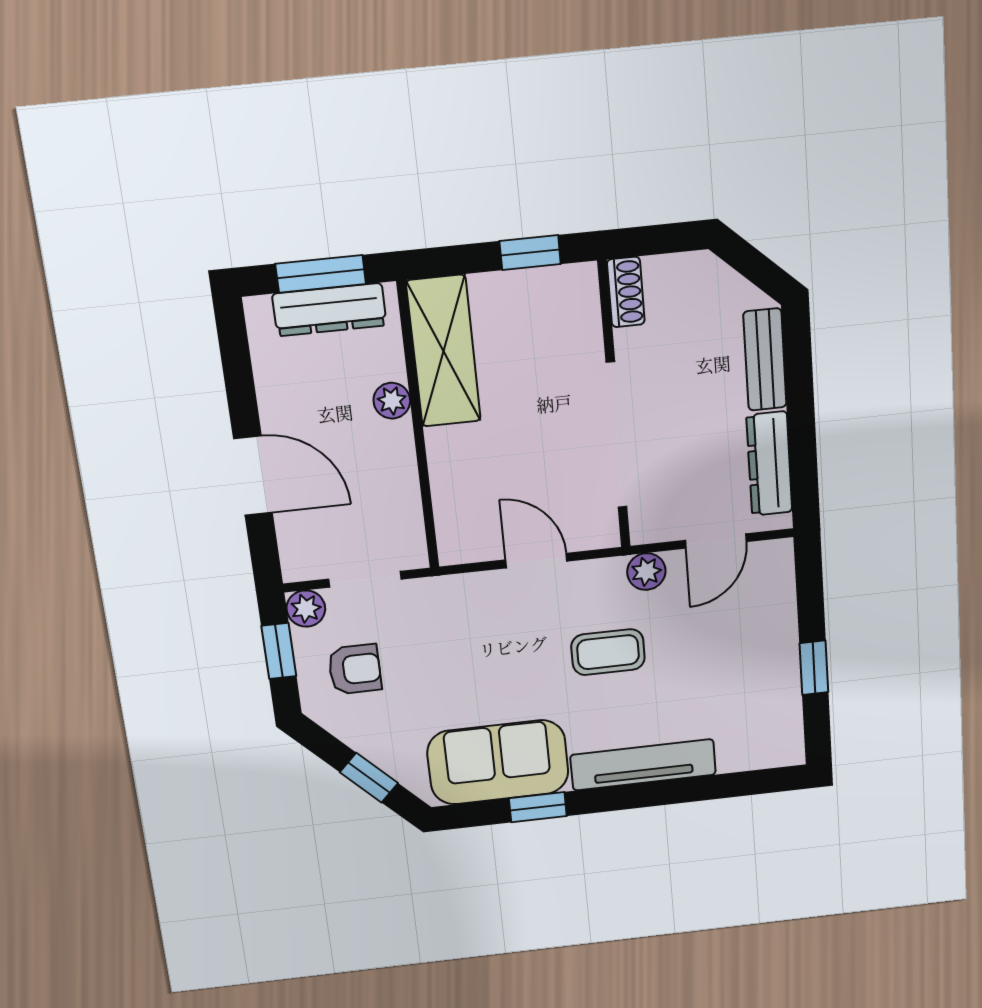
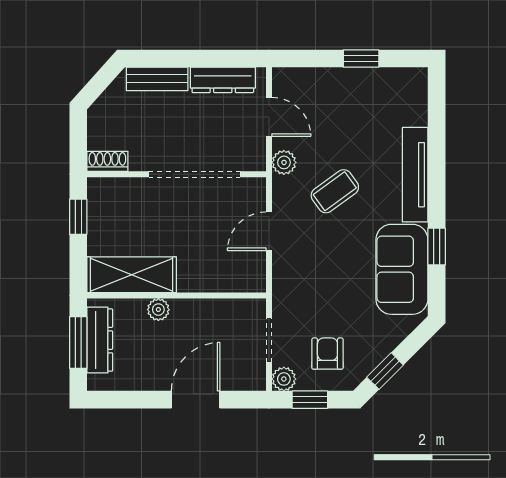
coffee table: (608, 652) -> (335, 191), turned 54
window: (369, 778) -> (385, 371), moved

